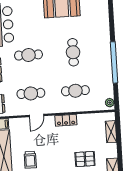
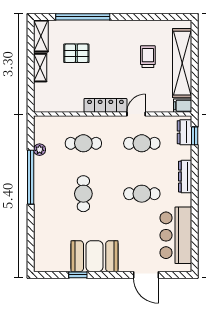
plant: (110, 103) -> (40, 150), moved
locker: (66, 120) -> (105, 105), width x1.53
shelving: (111, 132) -> (40, 68), moved

